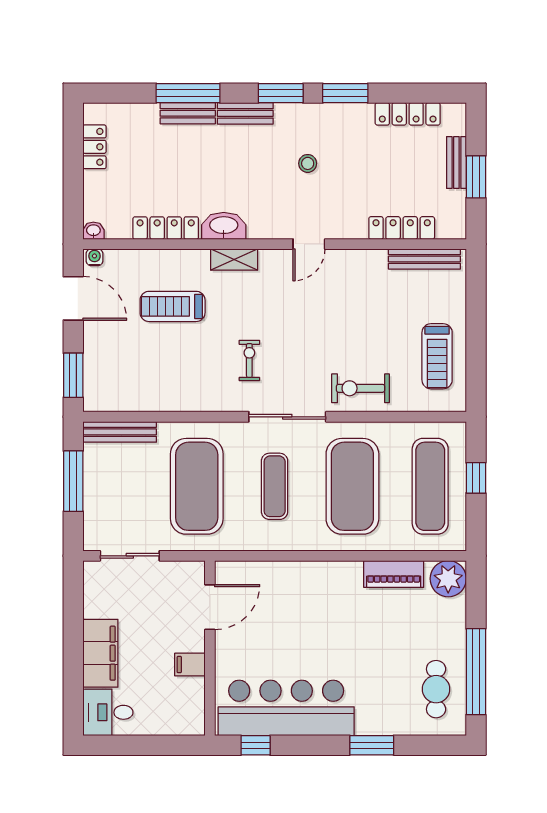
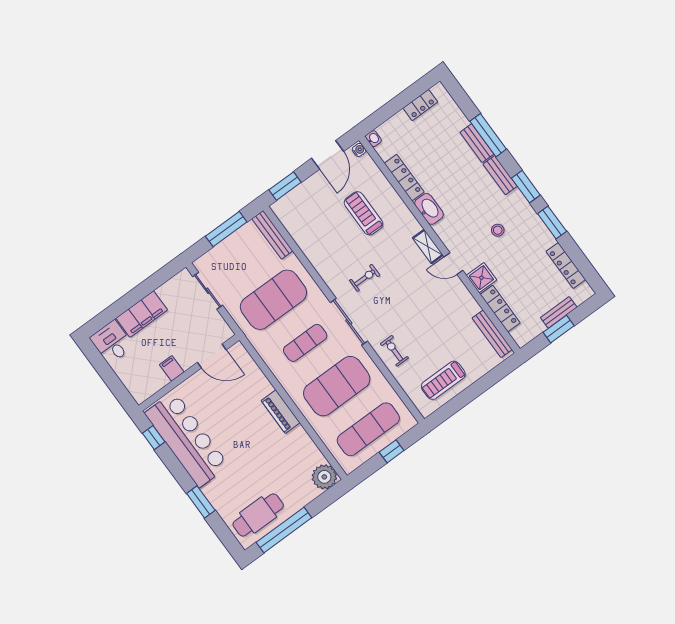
shower: (349, 223) -> (481, 278), added
shelving: (234, 260) -> (428, 246), moved
exercise bike: (361, 388) -> (394, 351), width x0.73, depth x0.72
piano: (394, 574) -> (281, 412), moved
cafe table: (436, 689) -> (258, 515), width x1.37, depth x1.35

